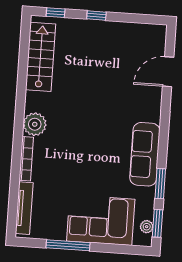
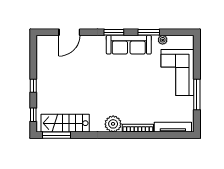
window: (24, 43) -> (57, 135), added
door: (168, 72) -> (69, 32), hinge flipped
window: (158, 223) -> (114, 32), moved
plant: (147, 227) -> (163, 40), moved

